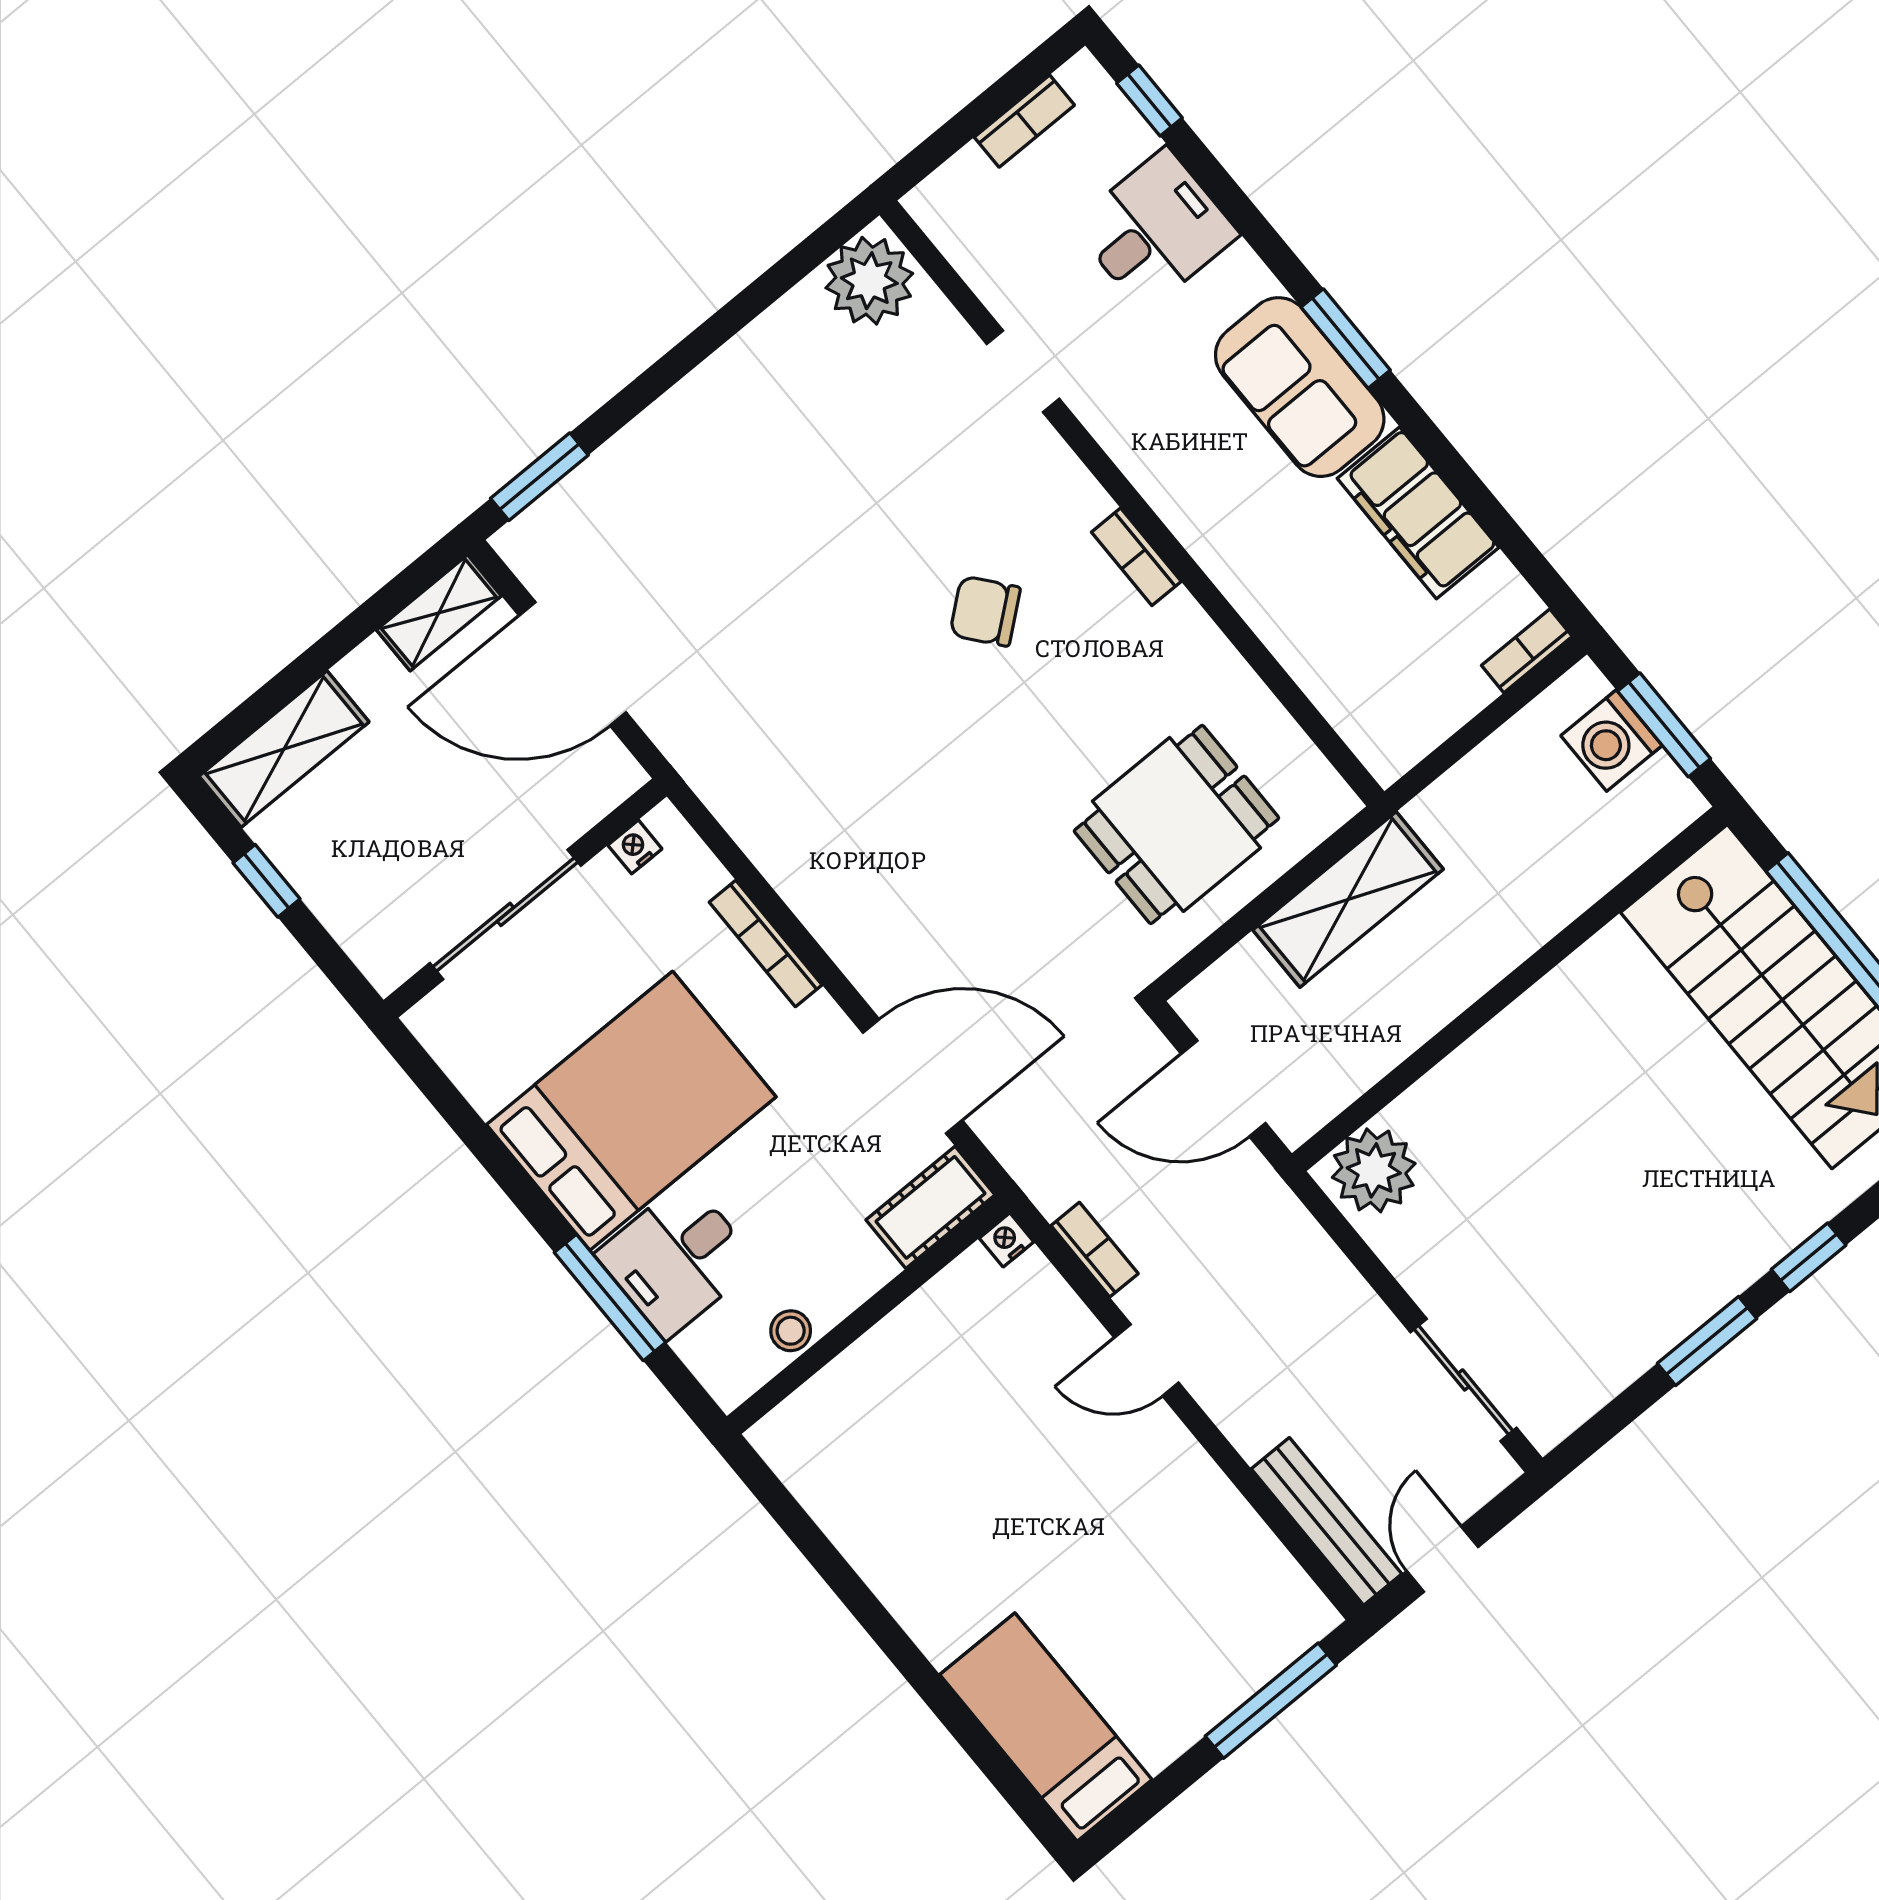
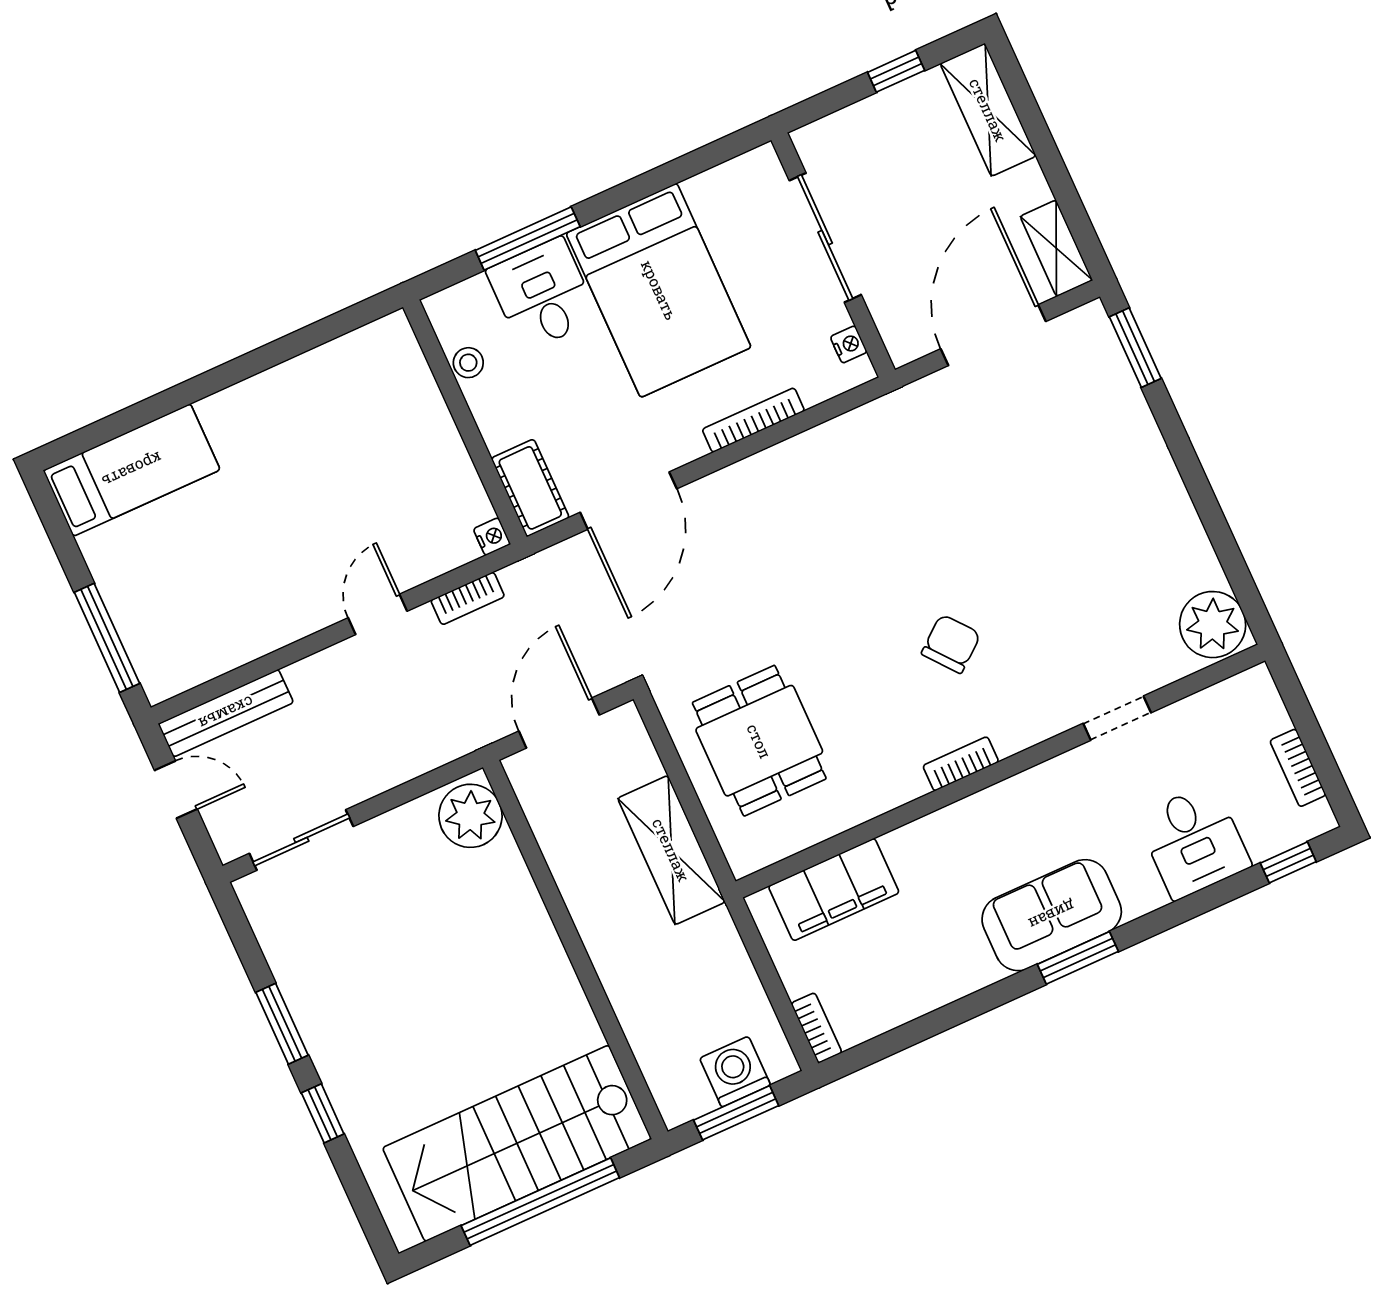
filing cabinet: (1418, 513) -> (834, 890), moved, turned 180

